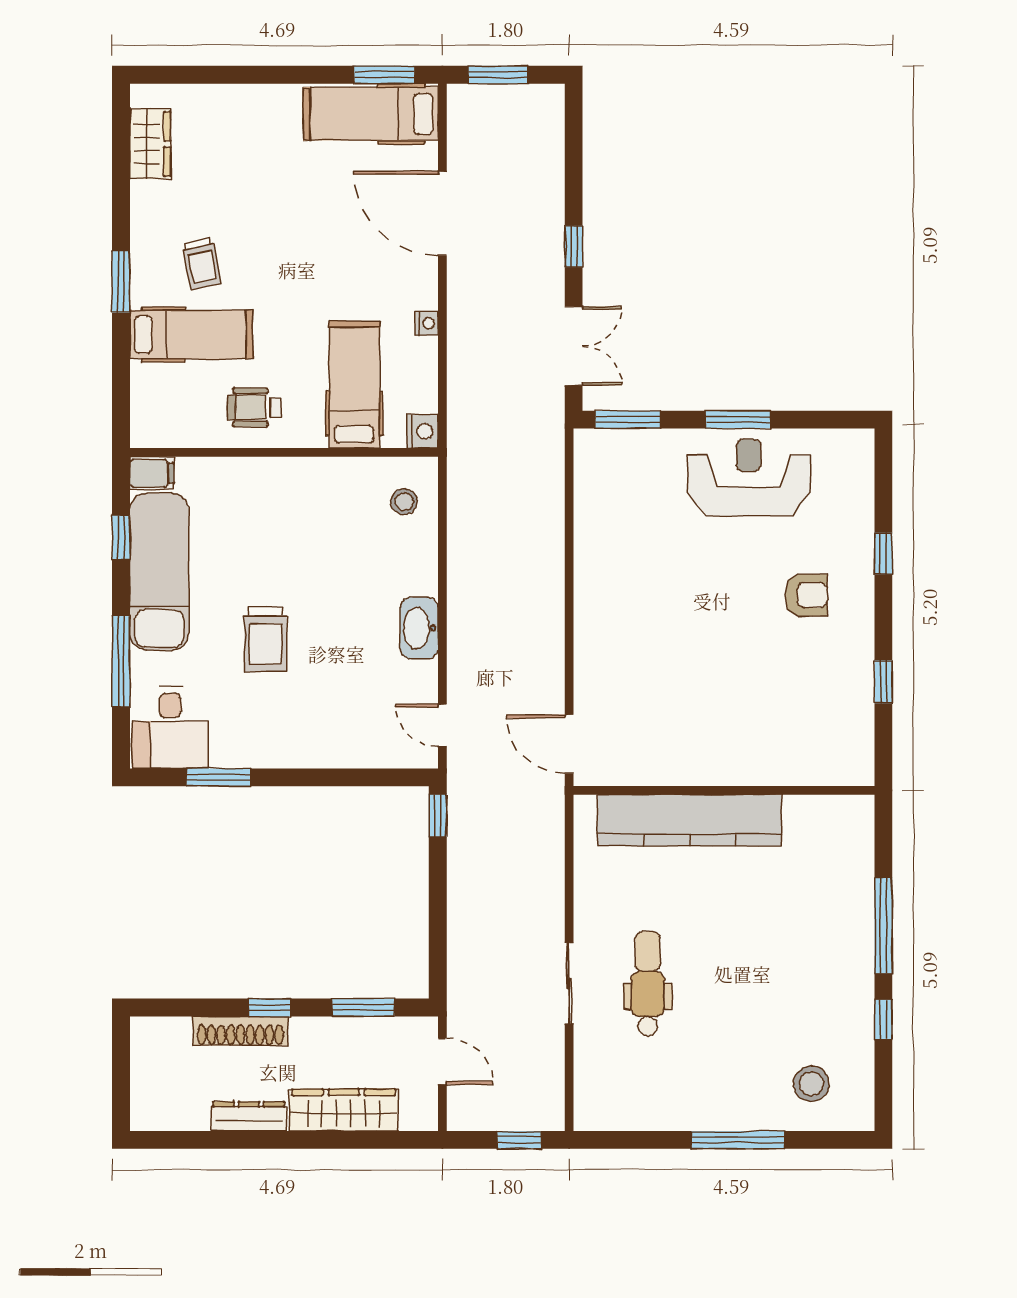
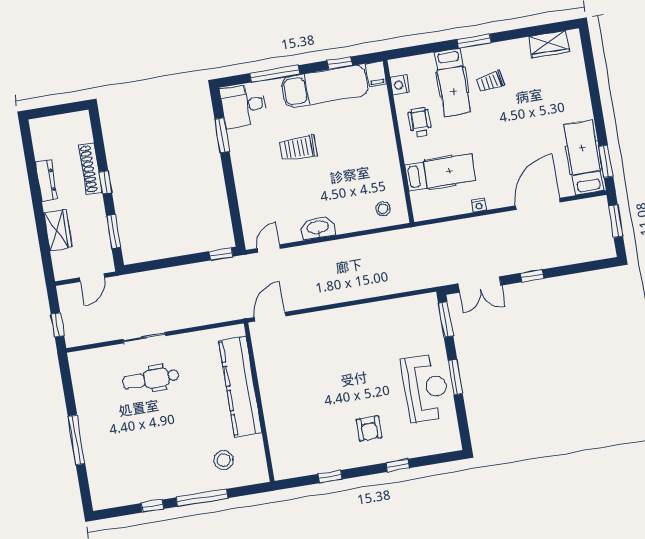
nightstand: (422, 431) -> (400, 85), moved, turned 90
dental chair: (648, 983) -> (151, 379), turned 180
stool: (811, 1084) -> (224, 460), moved
wardrobe: (344, 1110) -> (58, 230), width x0.67

